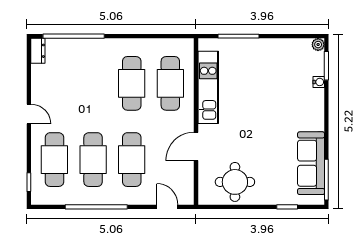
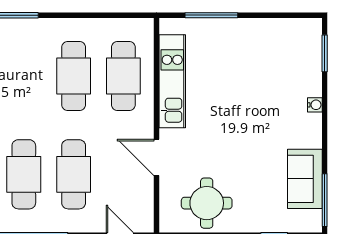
plant: (318, 45) -> (314, 26), removed
water cooler: (319, 82) -> (315, 105), moved
door: (196, 146) -> (156, 157), hinge flipped
sofa: (311, 163) -> (305, 179), width x0.73

